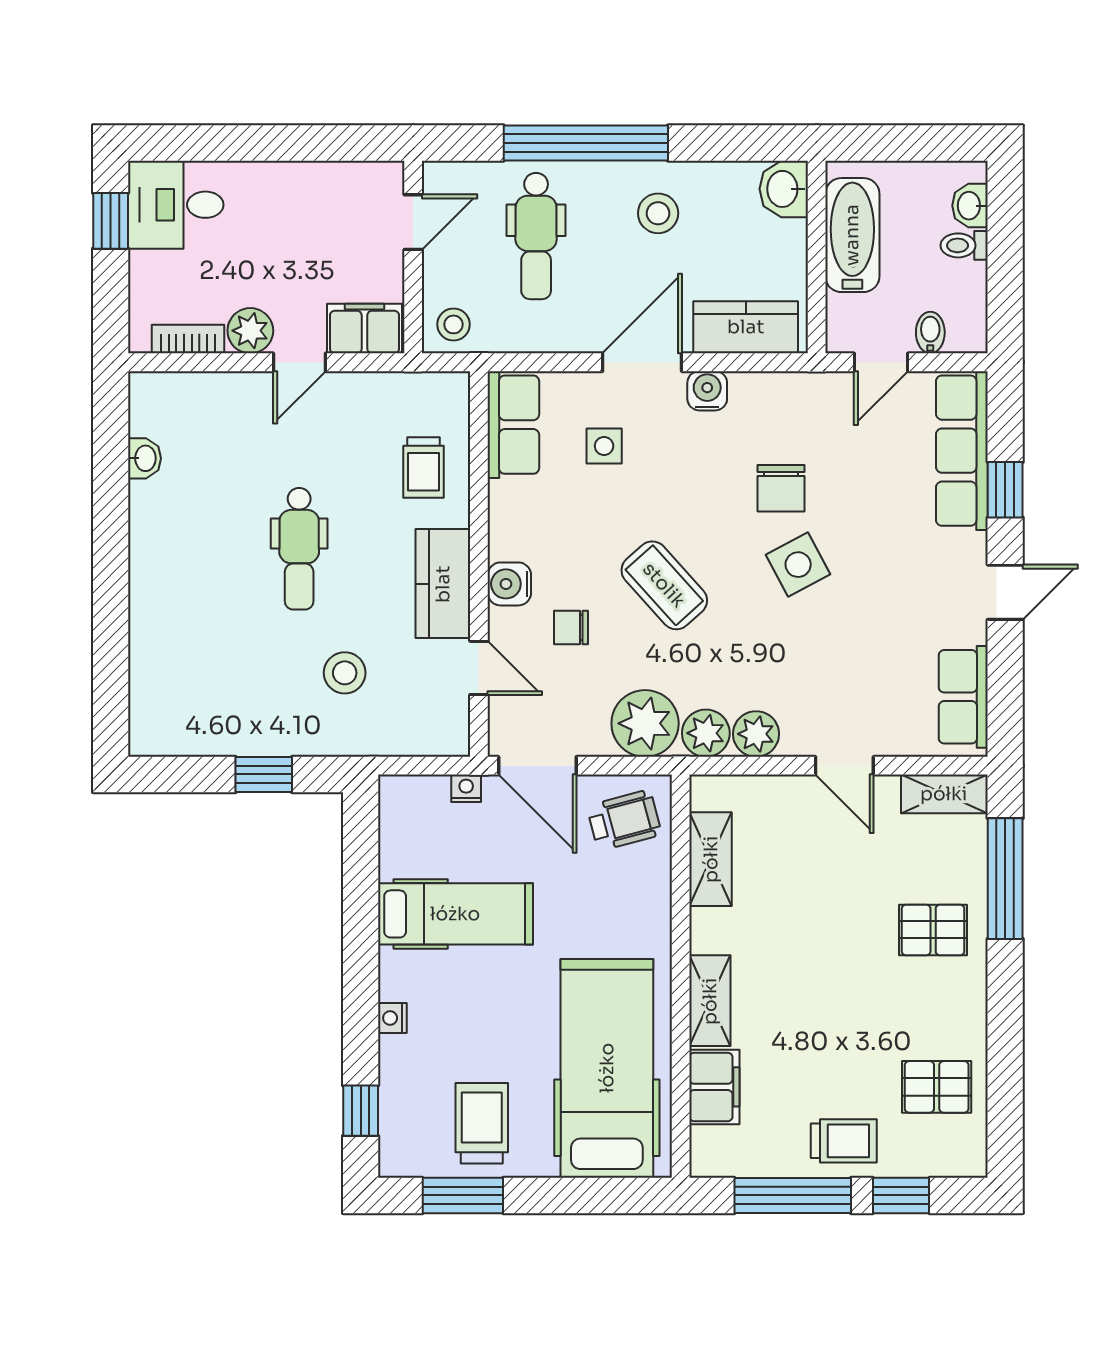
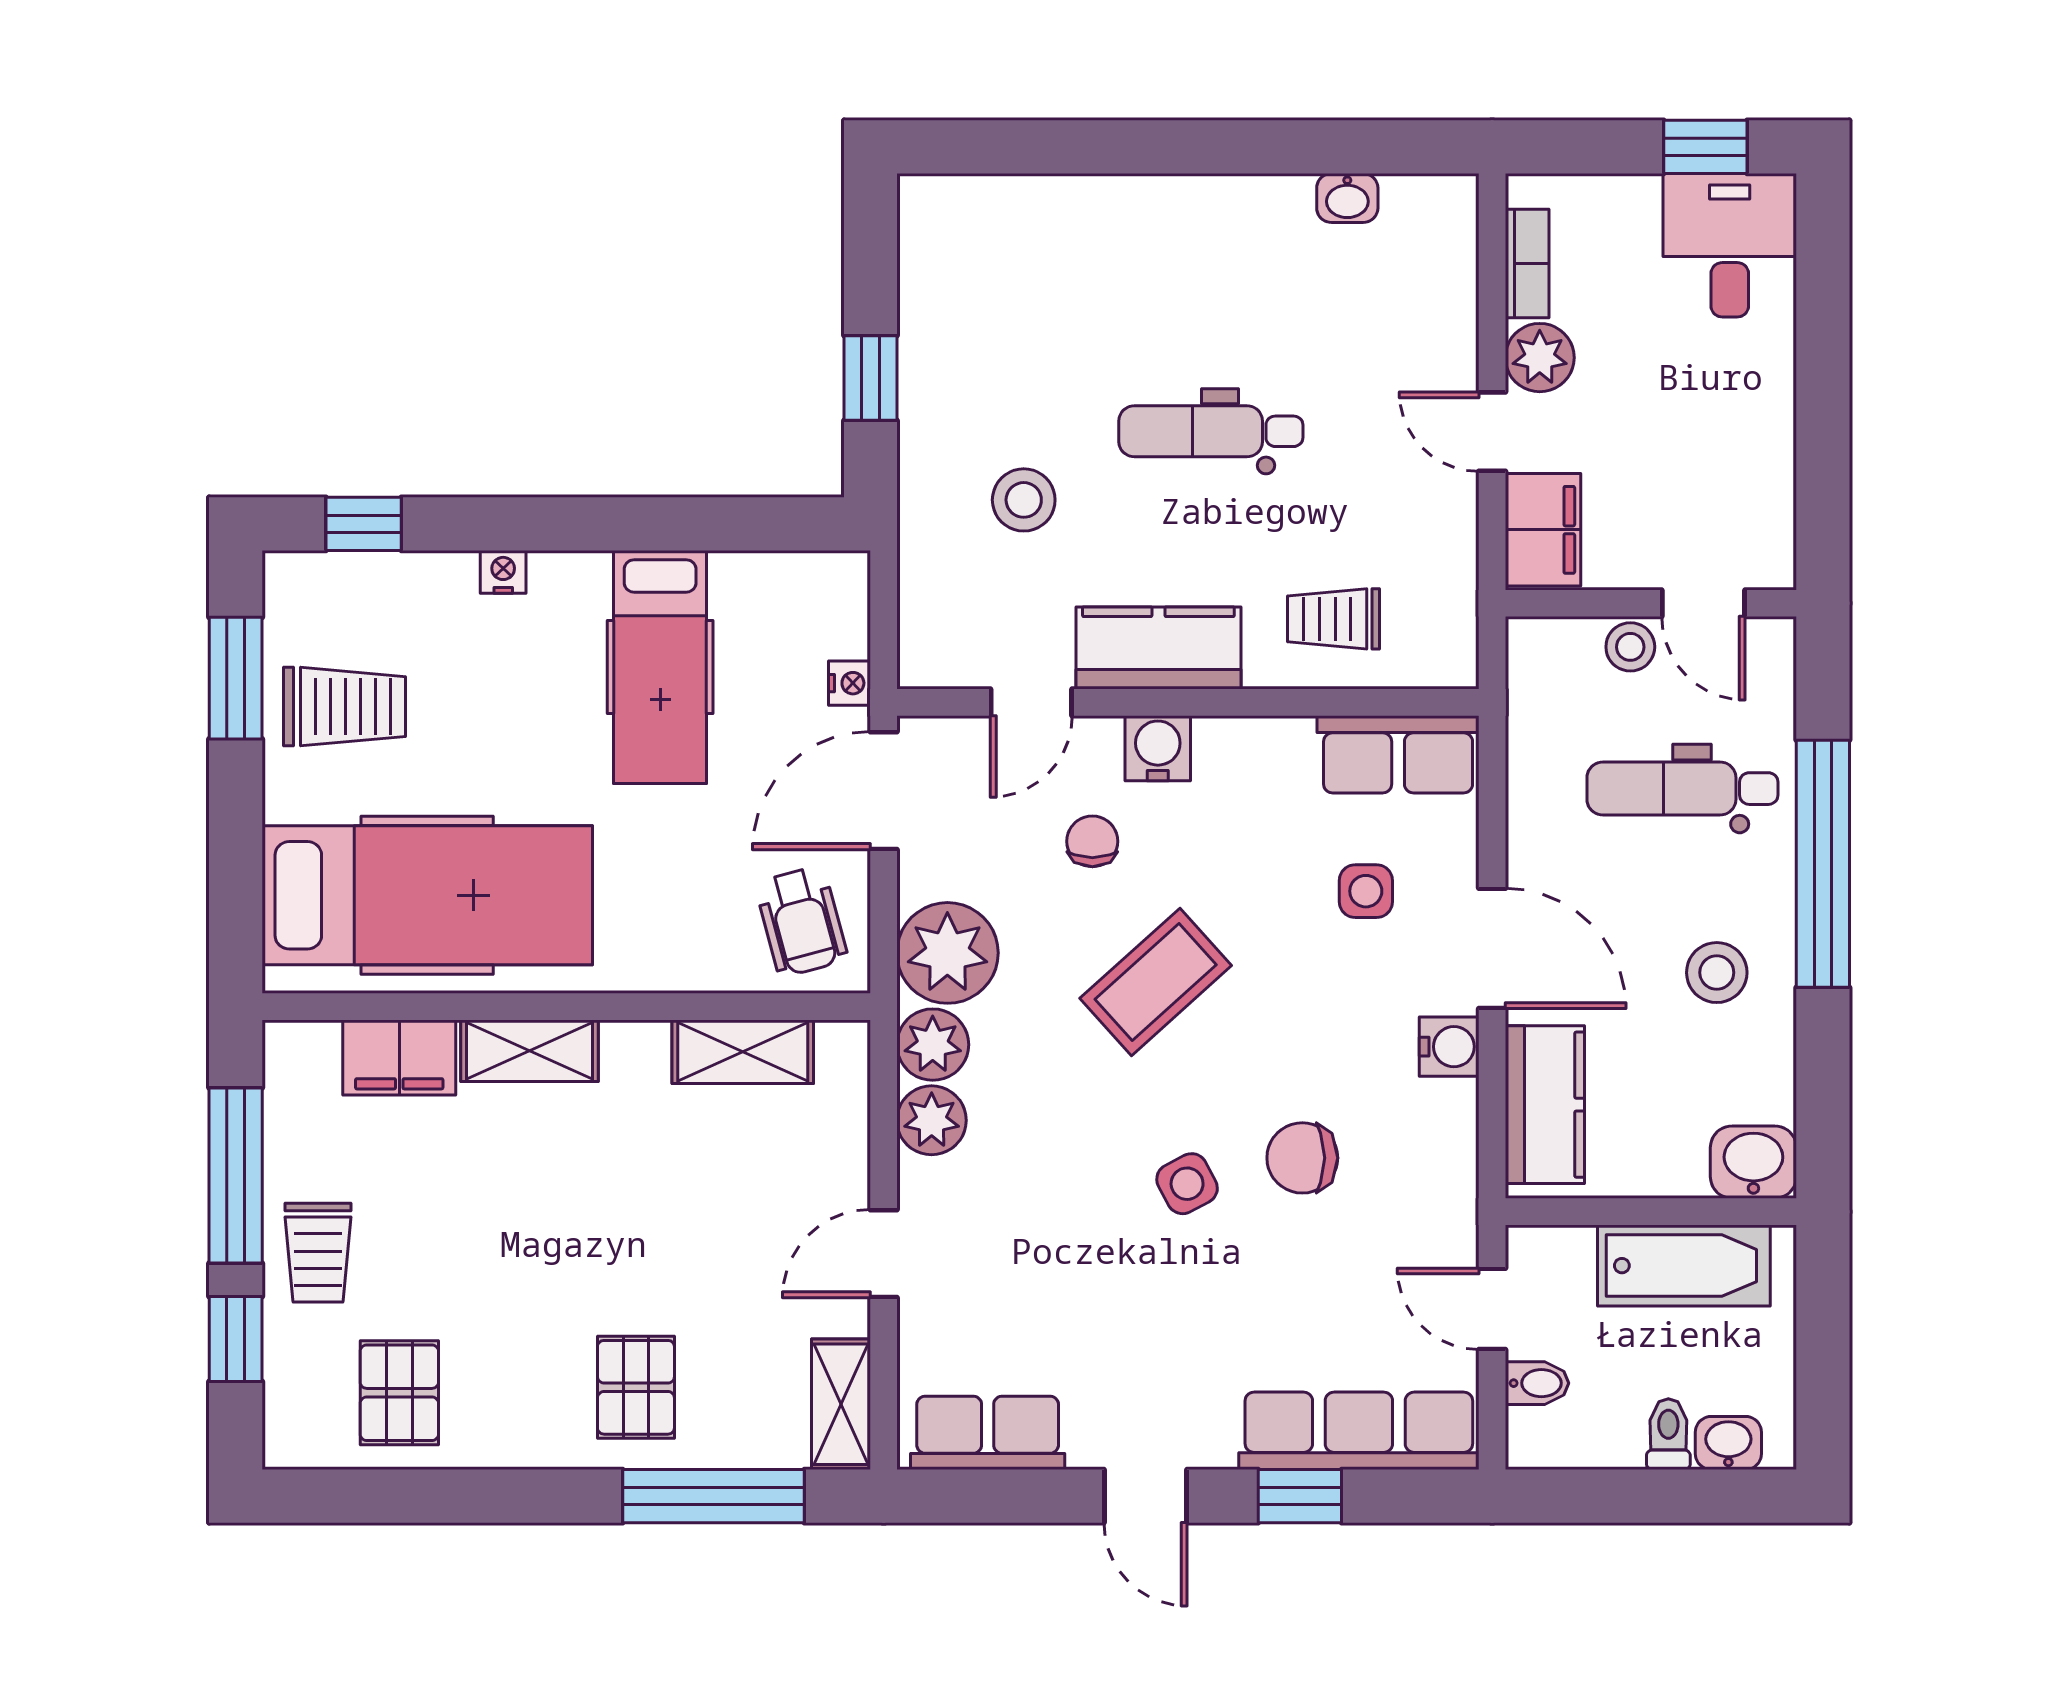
stool: (453, 324) -> (1630, 647), moved
side table: (798, 565) -> (1187, 1184), width x0.73, depth x0.73

